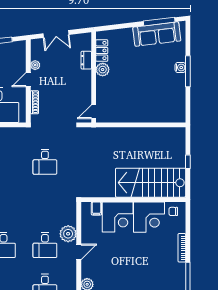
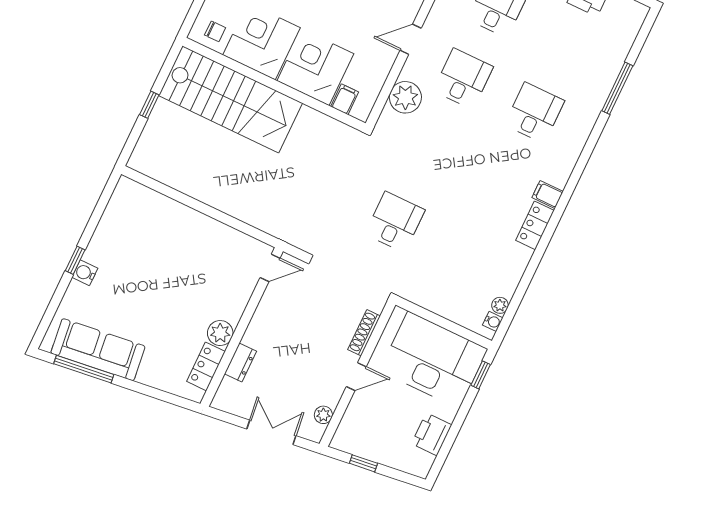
plant: (35, 65) -> (323, 415), moved
window: (188, 71) -> (75, 260), width x0.46
plant: (68, 234) -> (405, 97), moved

